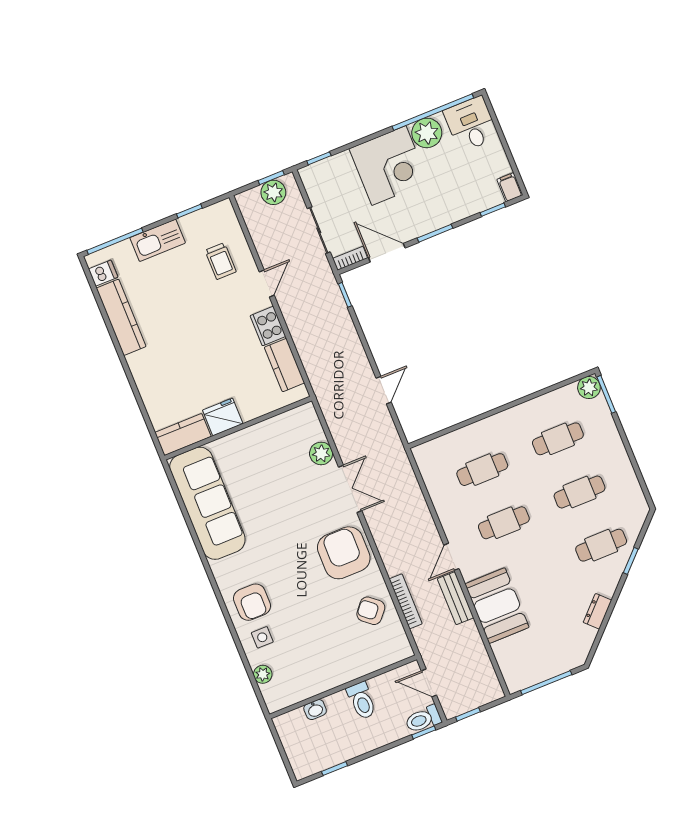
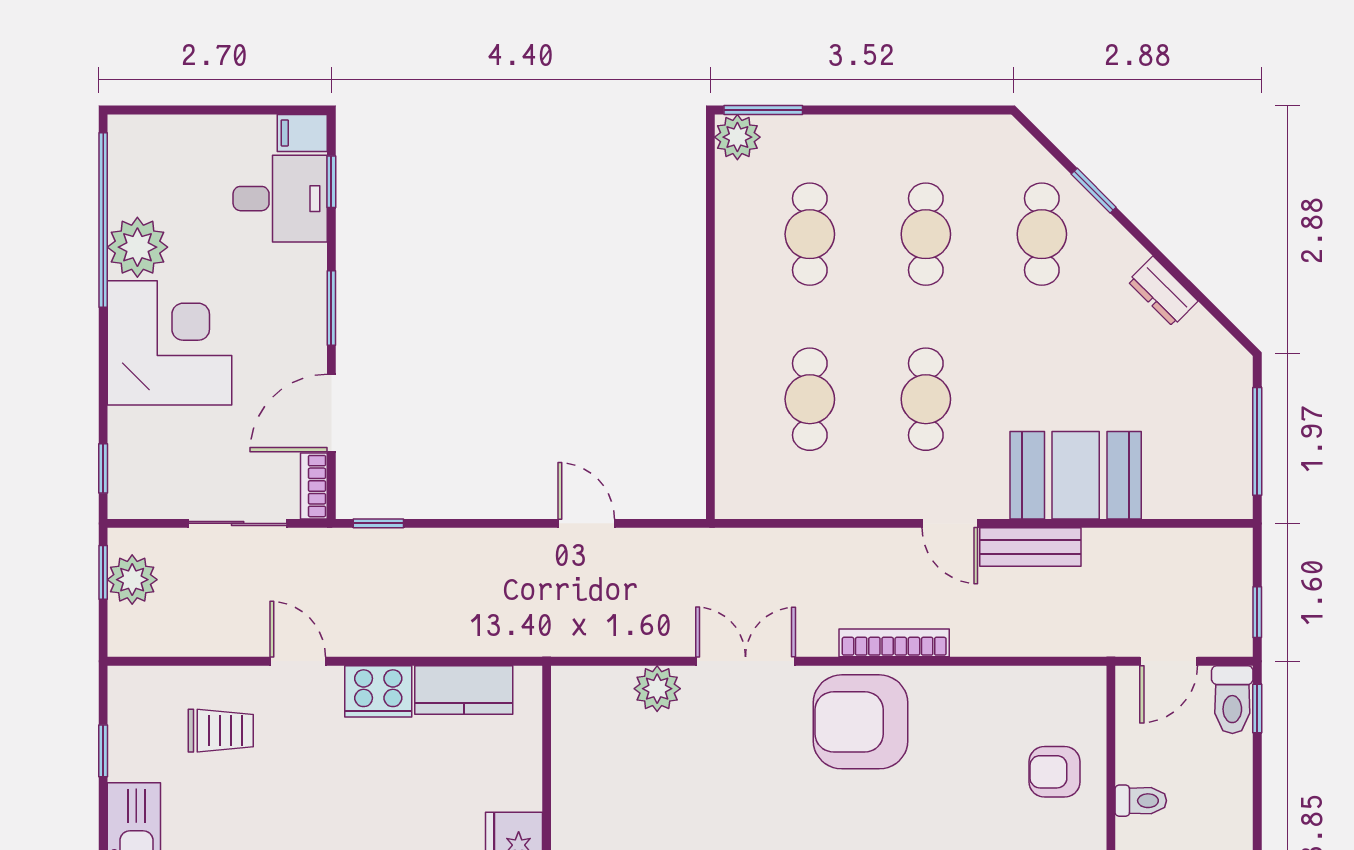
desk: (471, 124) -> (280, 199), moved, turned 180
bookcase: (406, 601) -> (894, 643), moved
armchair: (371, 611) -> (1055, 772), moved, turned 50
toilet: (362, 701) -> (1141, 801), width x0.73, depth x0.72

